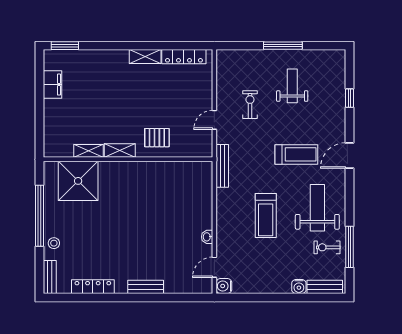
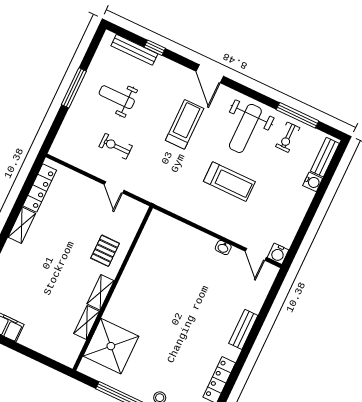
bench: (222, 166) -> (134, 50), moved
weight bench: (317, 208) -> (245, 128), turned -90

